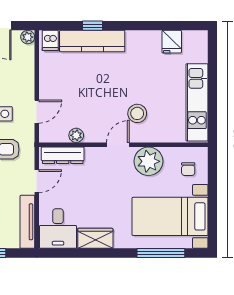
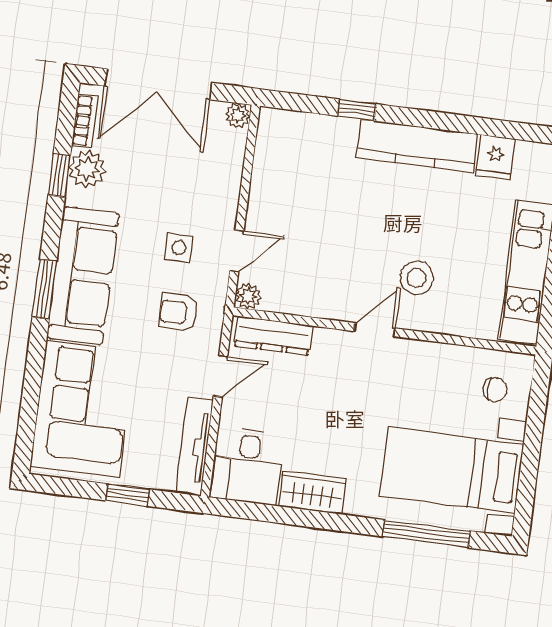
dishwasher: (50, 40) -> (278, 127), removed
kitchen counter: (92, 41) -> (417, 146), moved
plant: (76, 135) -> (248, 296), moved
plant: (148, 161) -> (426, 366), removed
chair: (188, 169) -> (495, 390), turned -90

